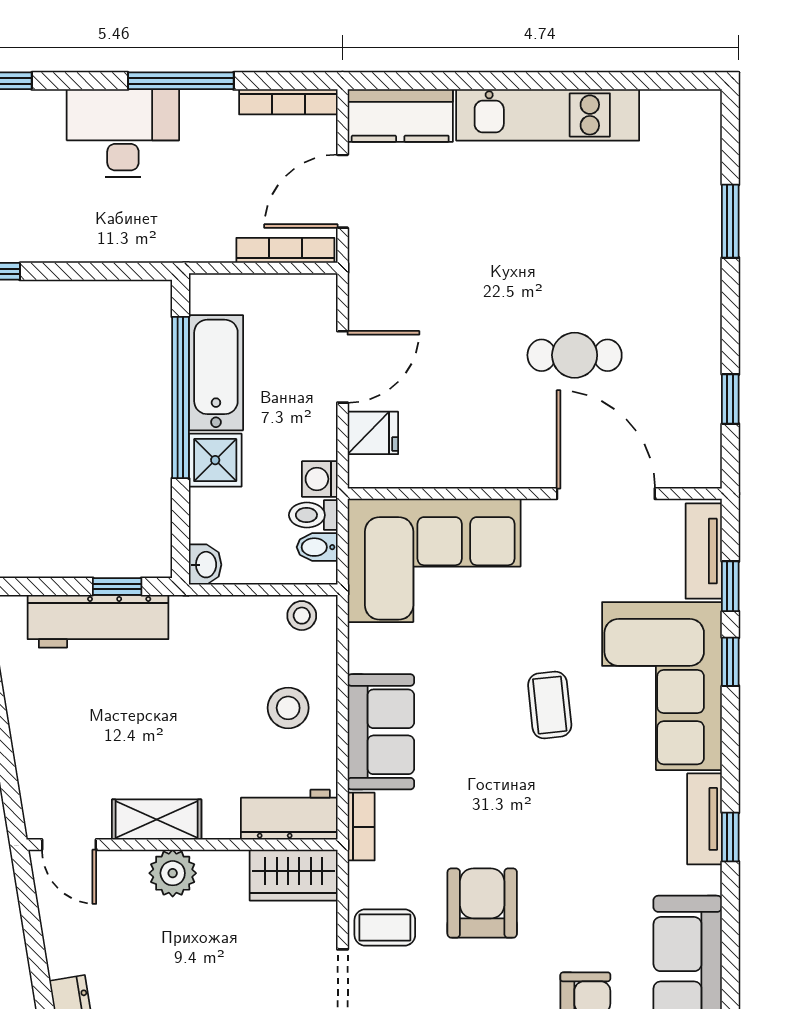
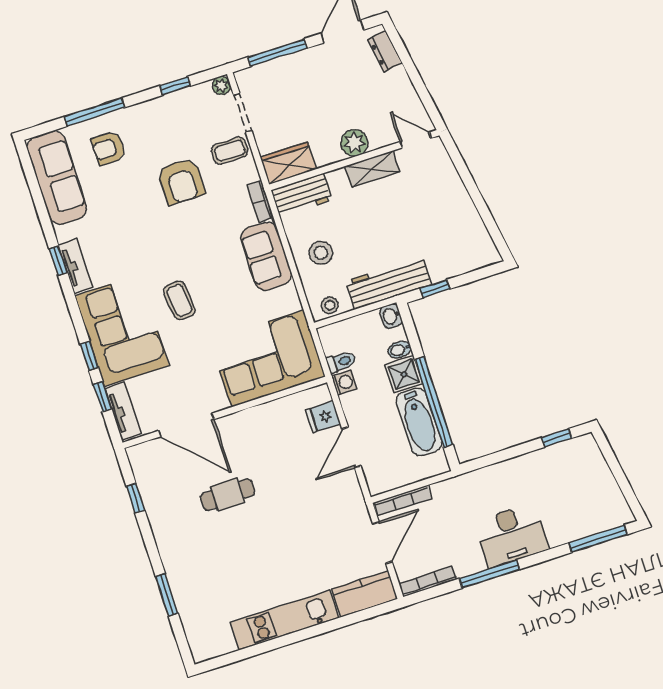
bidet: (317, 547) -> (400, 350), moved, turned 180
workbench: (98, 621) -> (388, 283), moved

